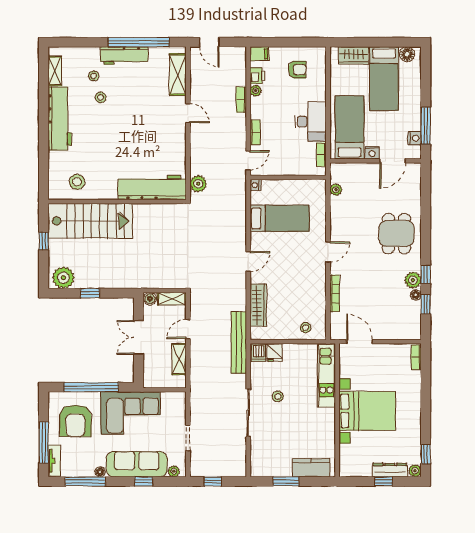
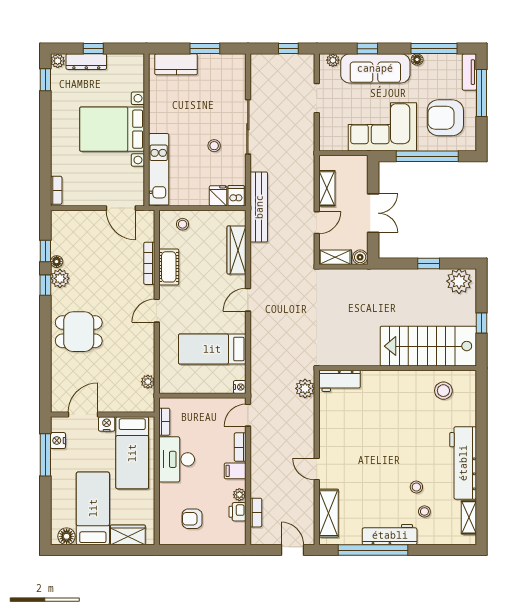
filing cabinet: (259, 54) -> (235, 471), moved
bookcase: (241, 100) -> (256, 513), moved
workbench: (152, 187) -> (340, 381), width x0.53, depth x0.76
dining table: (396, 233) -> (79, 332), turned 90
cot: (318, 290) -> (169, 267), added
armchair: (75, 421) -> (445, 118), turned -90

